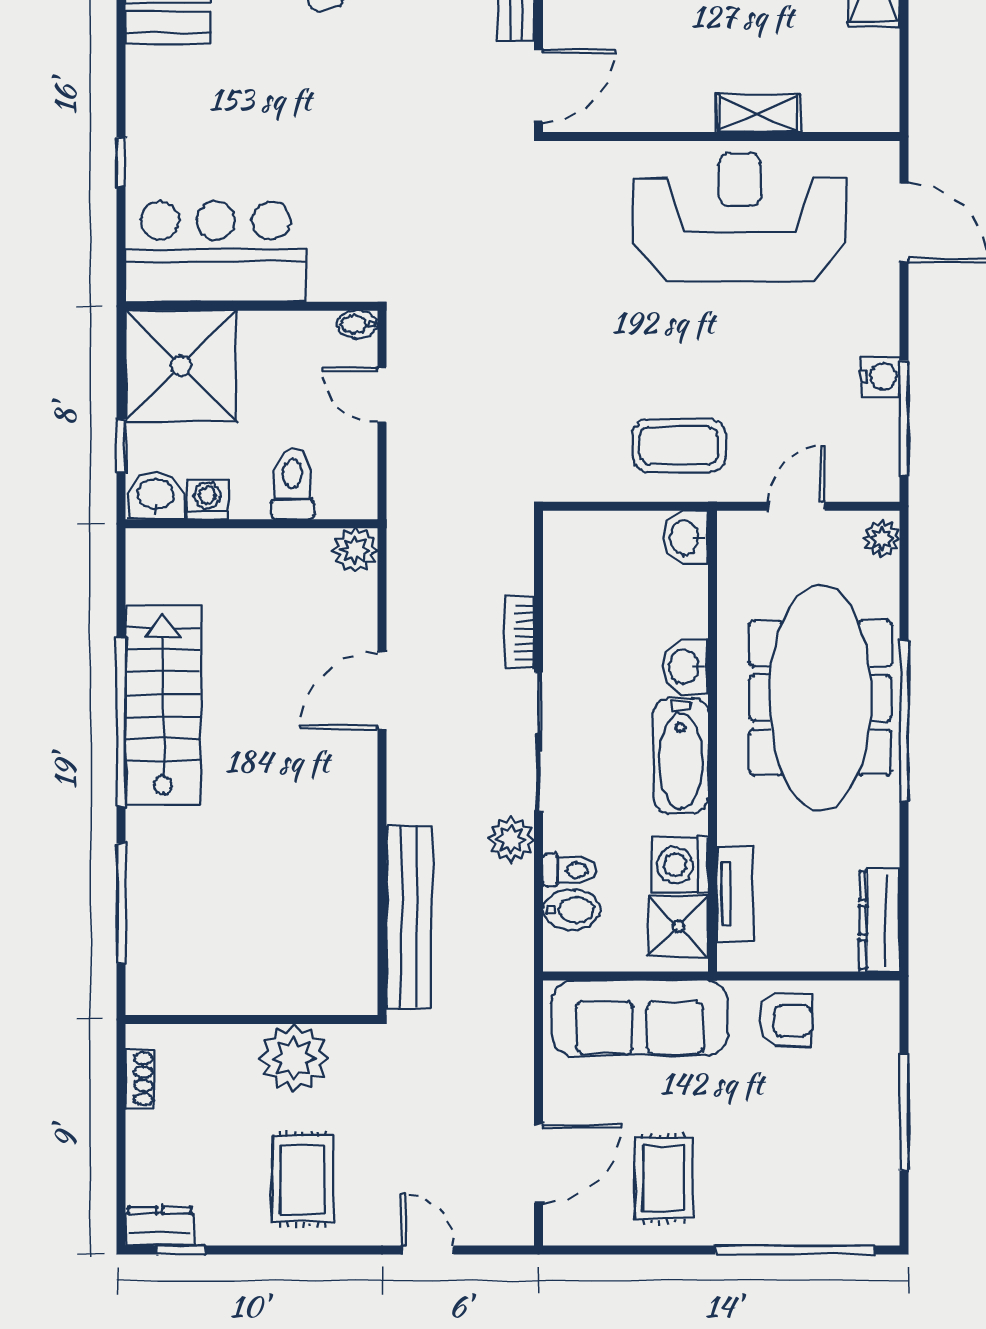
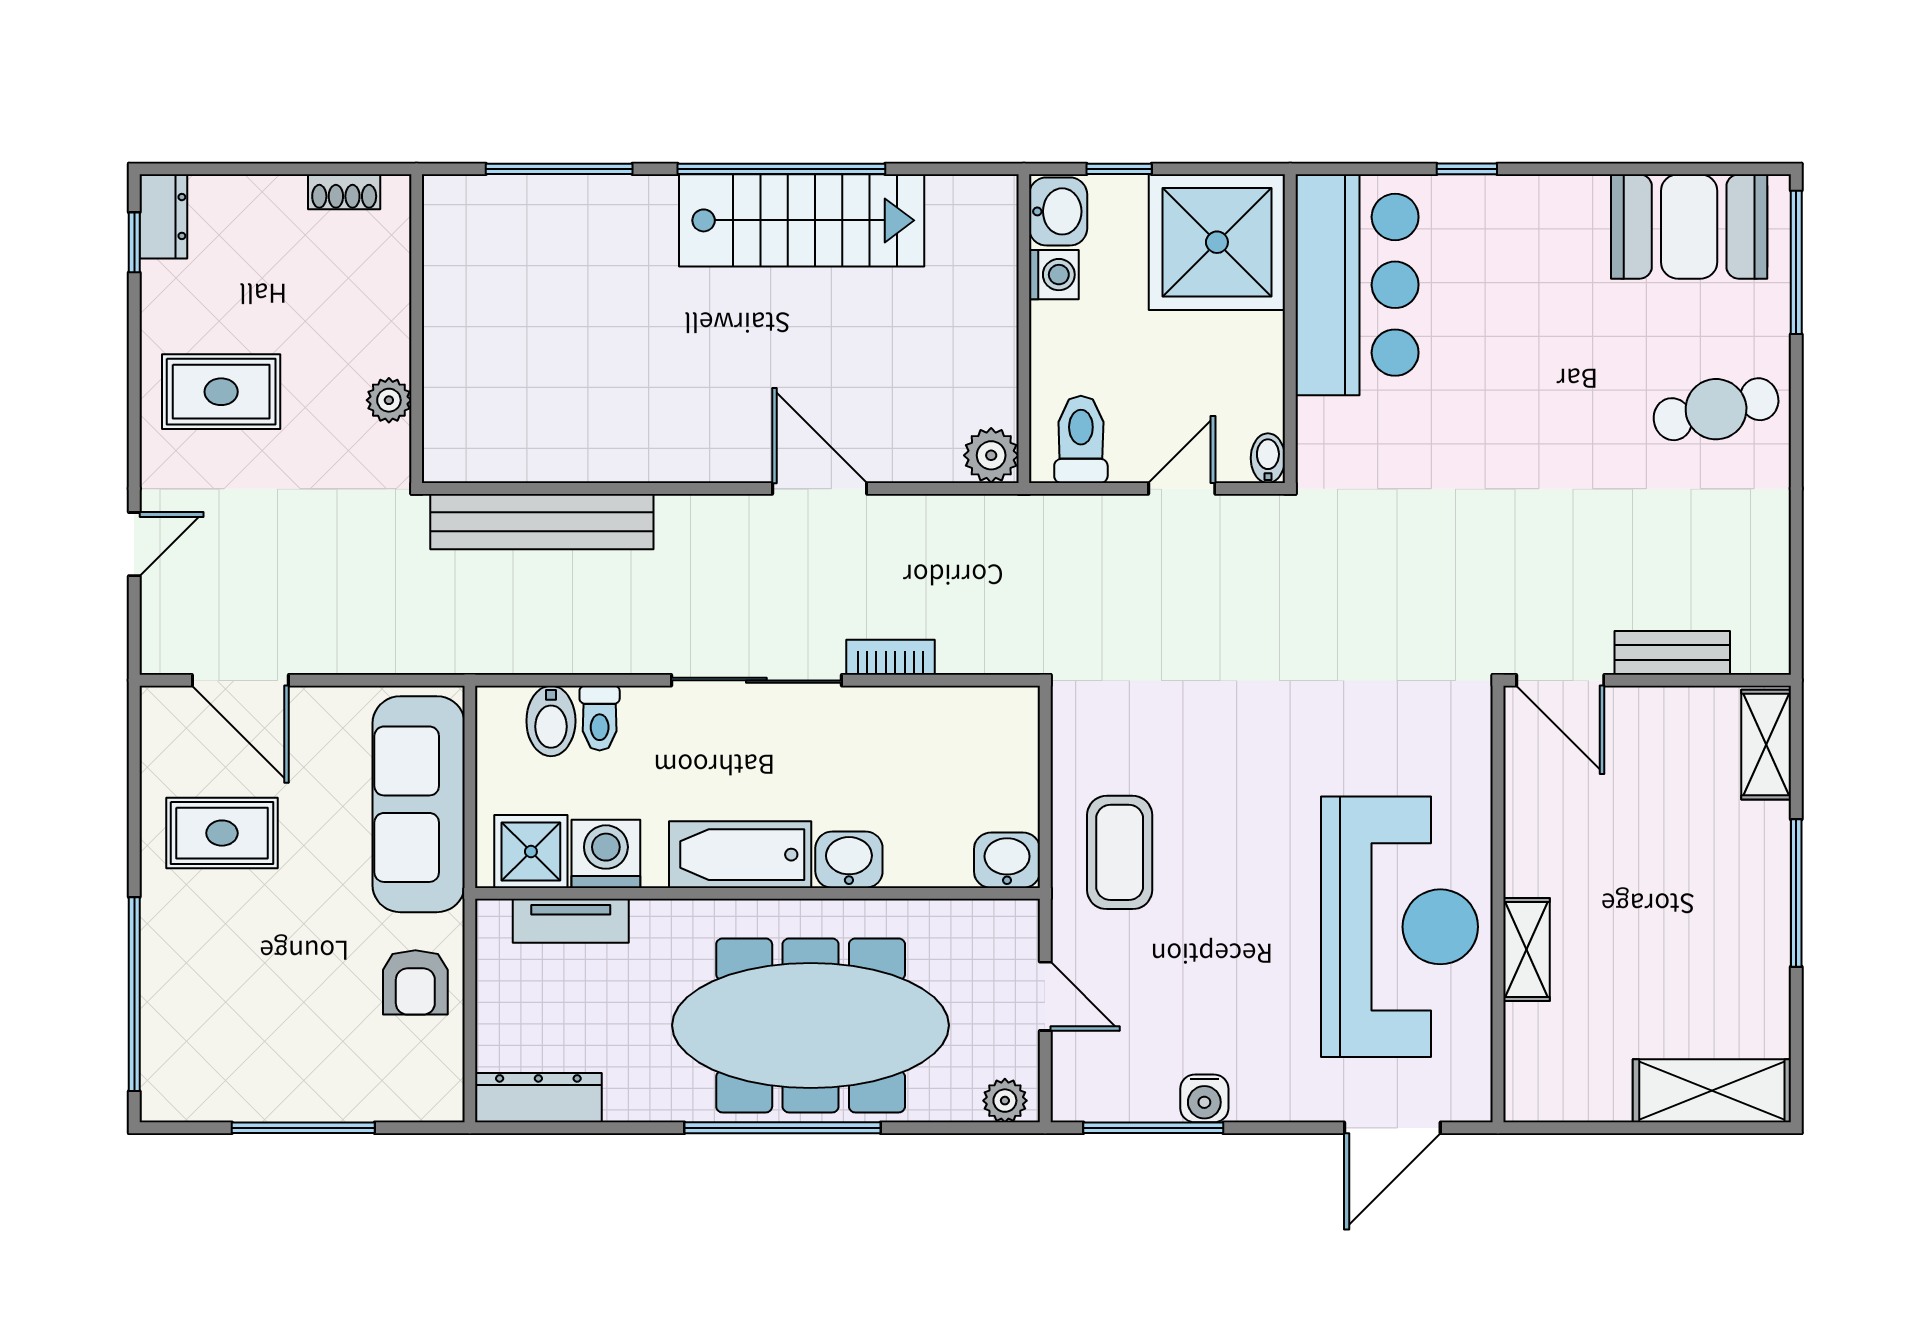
toilet: (292, 484) -> (1081, 439), moved, turned -90
plant: (511, 839) -> (637, 647), removed
plant: (294, 1058) -> (389, 400), width x0.53, depth x0.53

